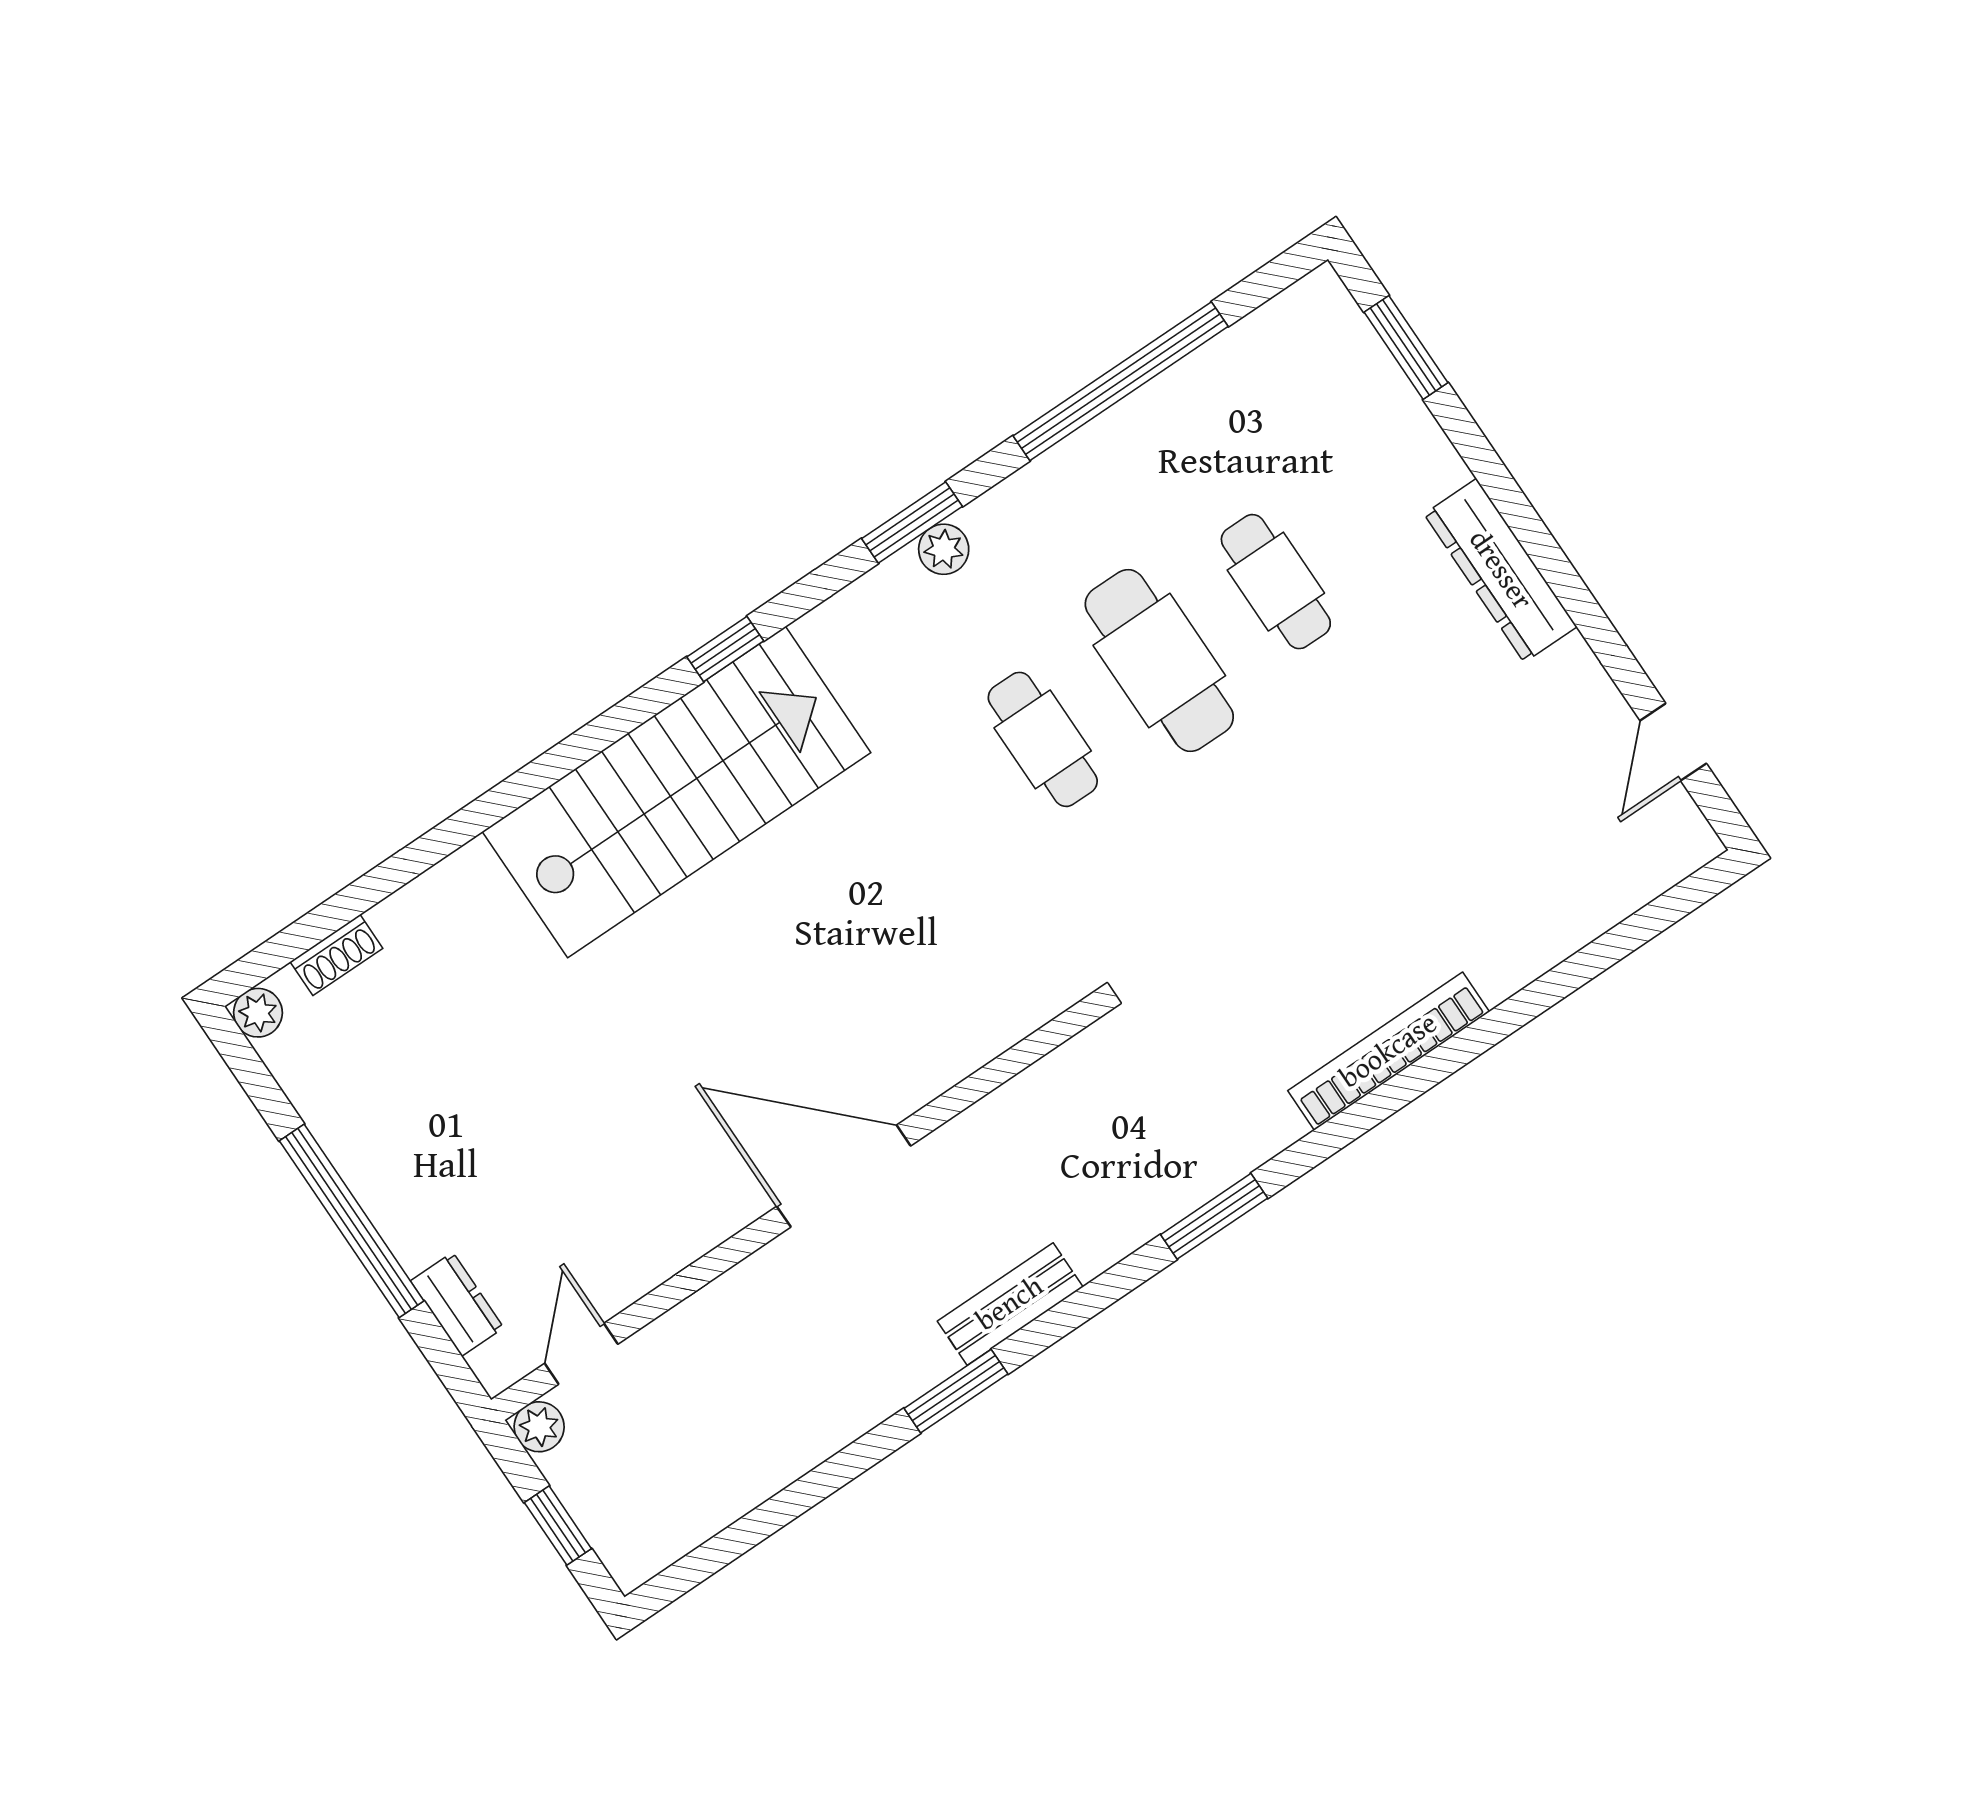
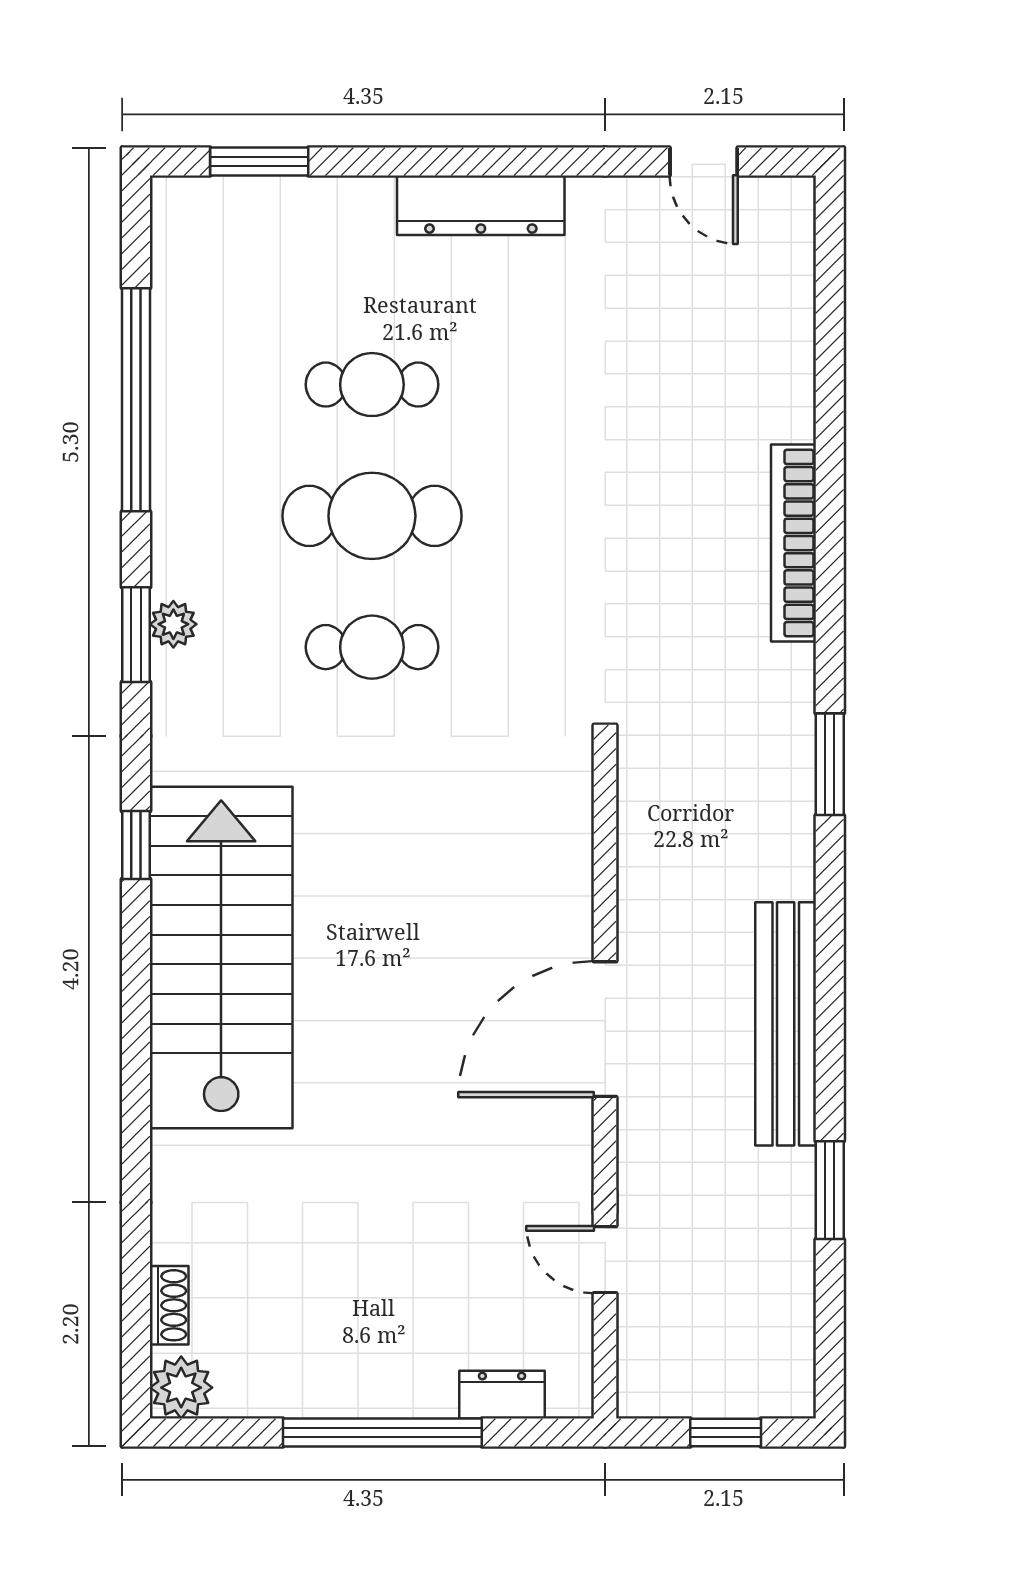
plant: (258, 1013) -> (181, 1388), width x1.38, depth x1.38
bench: (1010, 1304) -> (786, 1024), width x1.86, depth x1.21
door: (581, 1354) -> (605, 1260), moved
window: (956, 1391) -> (830, 1190), moved
plant: (539, 1427) -> (639, 1395), removed

